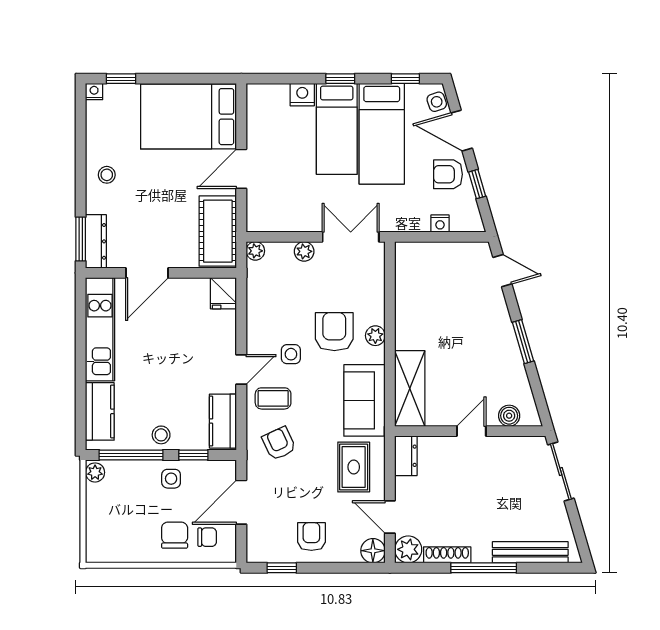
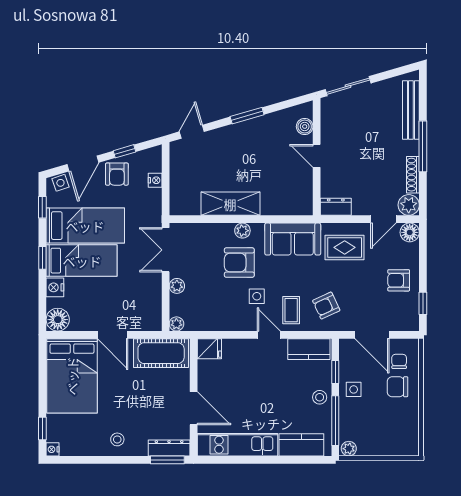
floor lamp: (261, 98) -> (58, 320), added
shelving: (410, 389) -> (230, 204), moved

